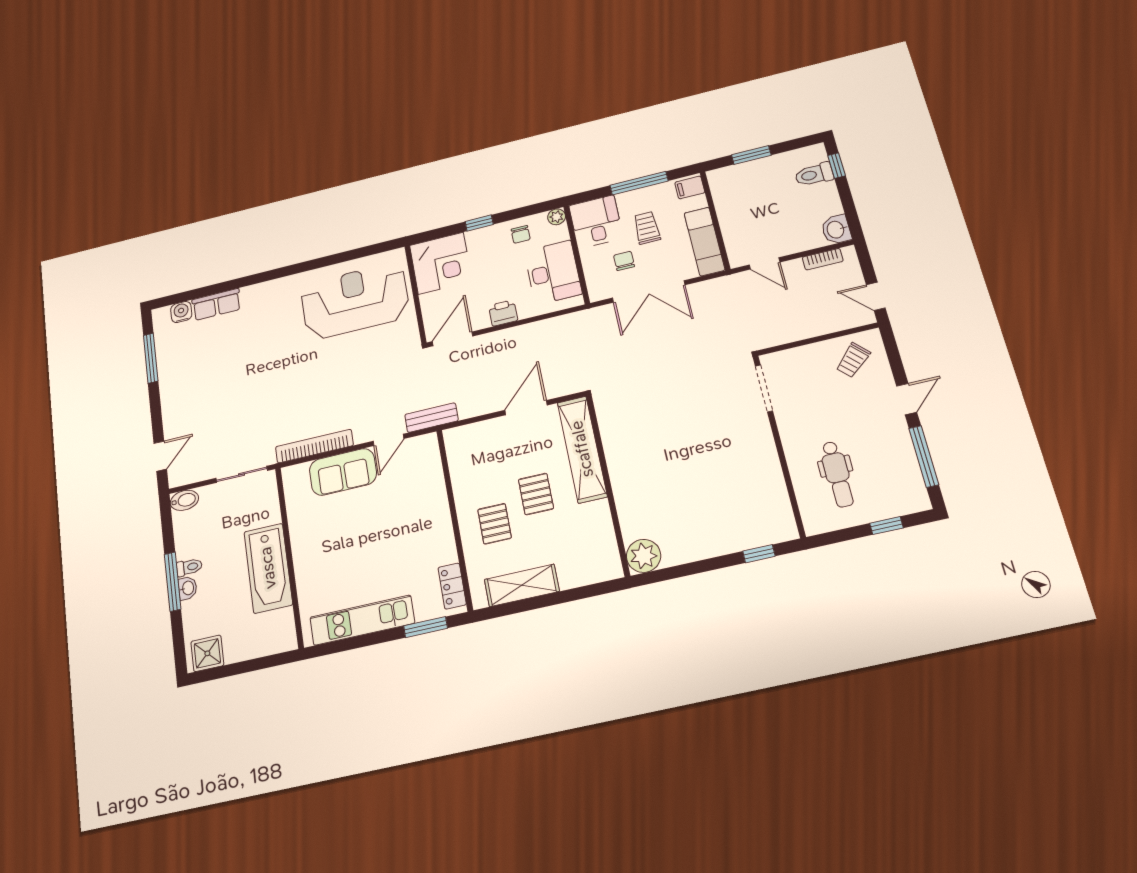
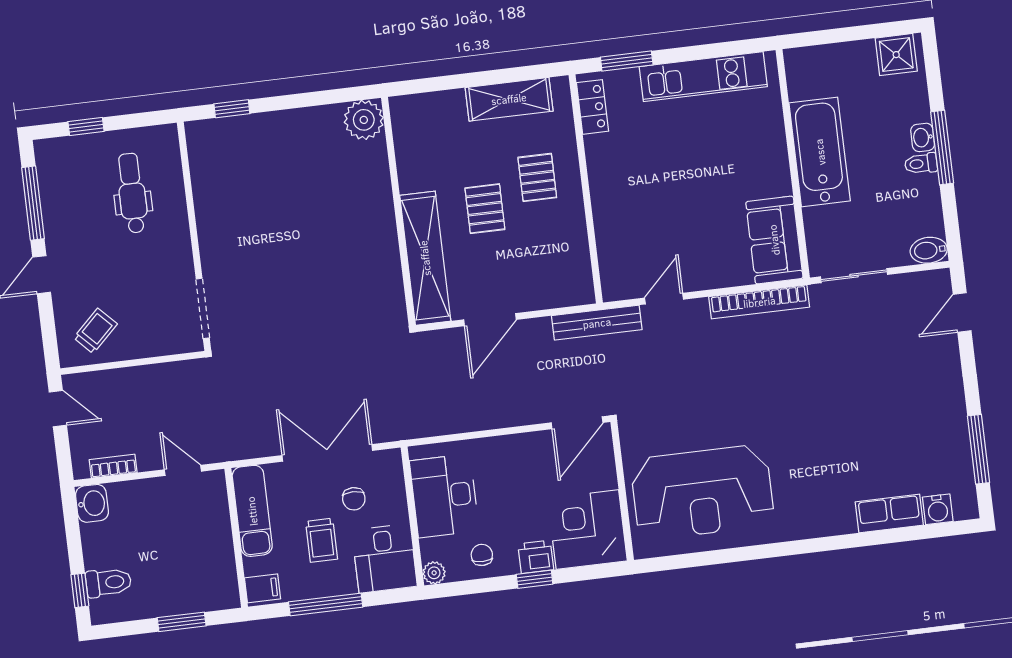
printer: (503, 313) -> (536, 557), moved, turned 180
bench: (431, 418) -> (597, 323), width x1.36
sofa: (343, 472) -> (774, 240), moved, turned -90

